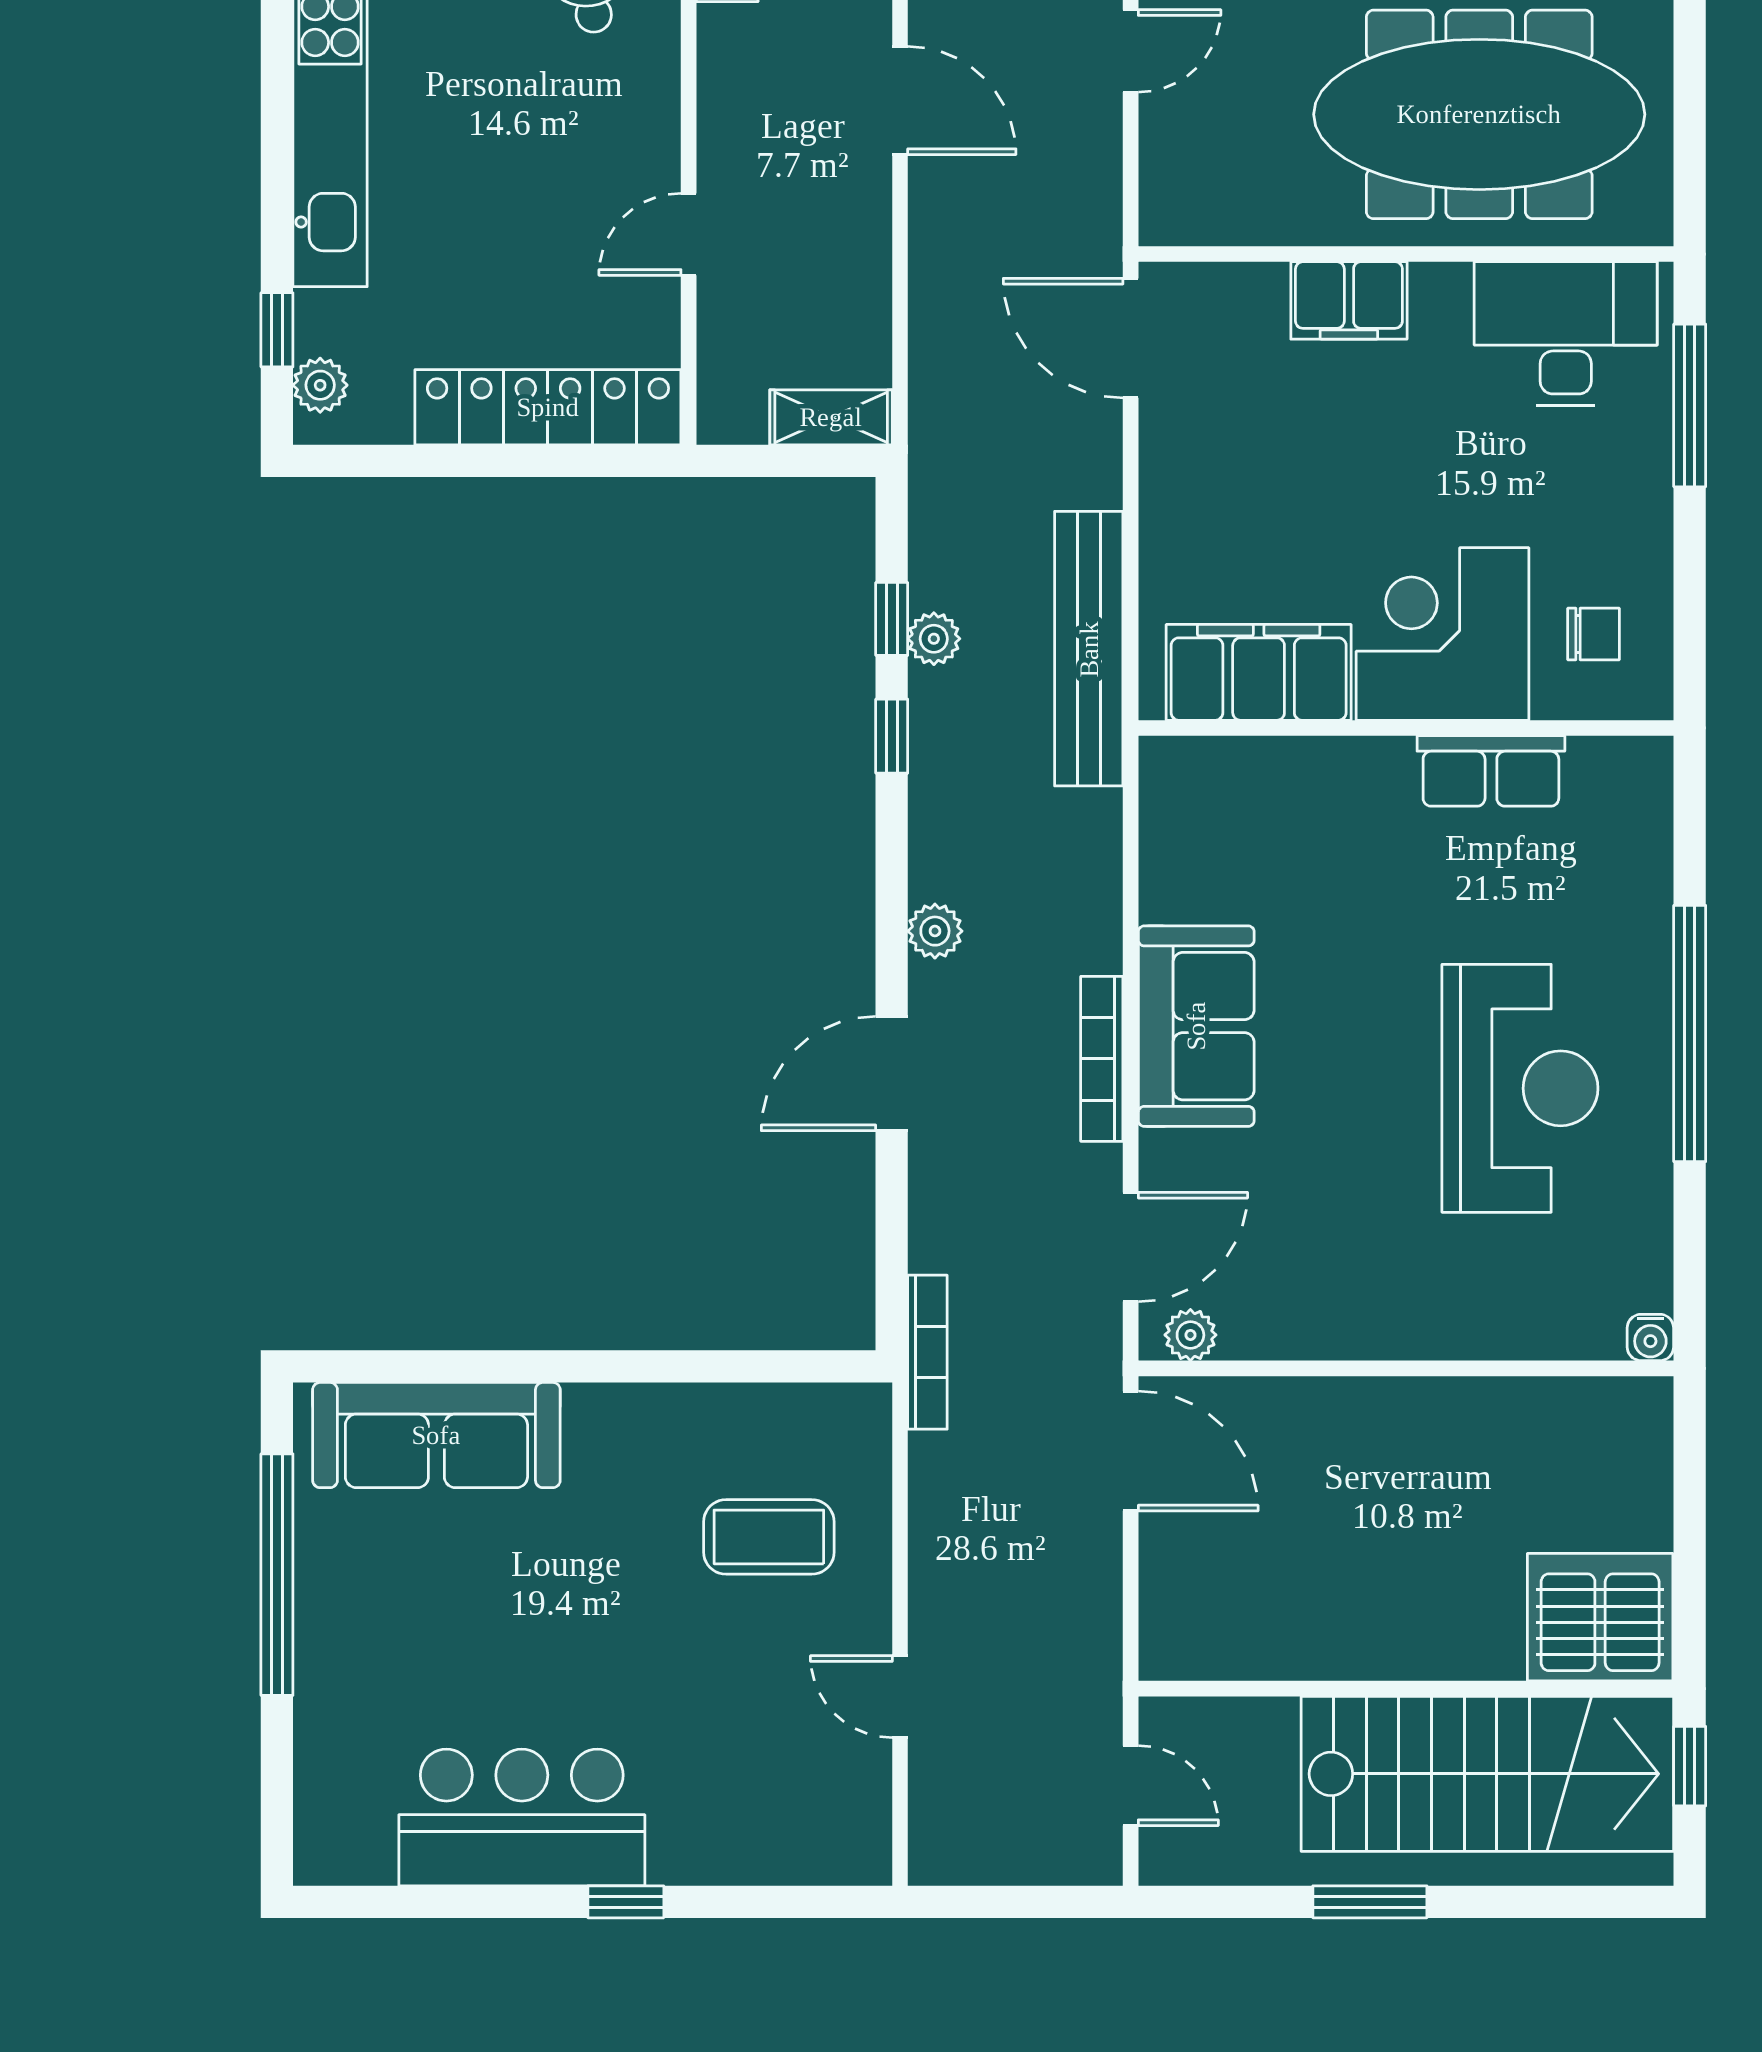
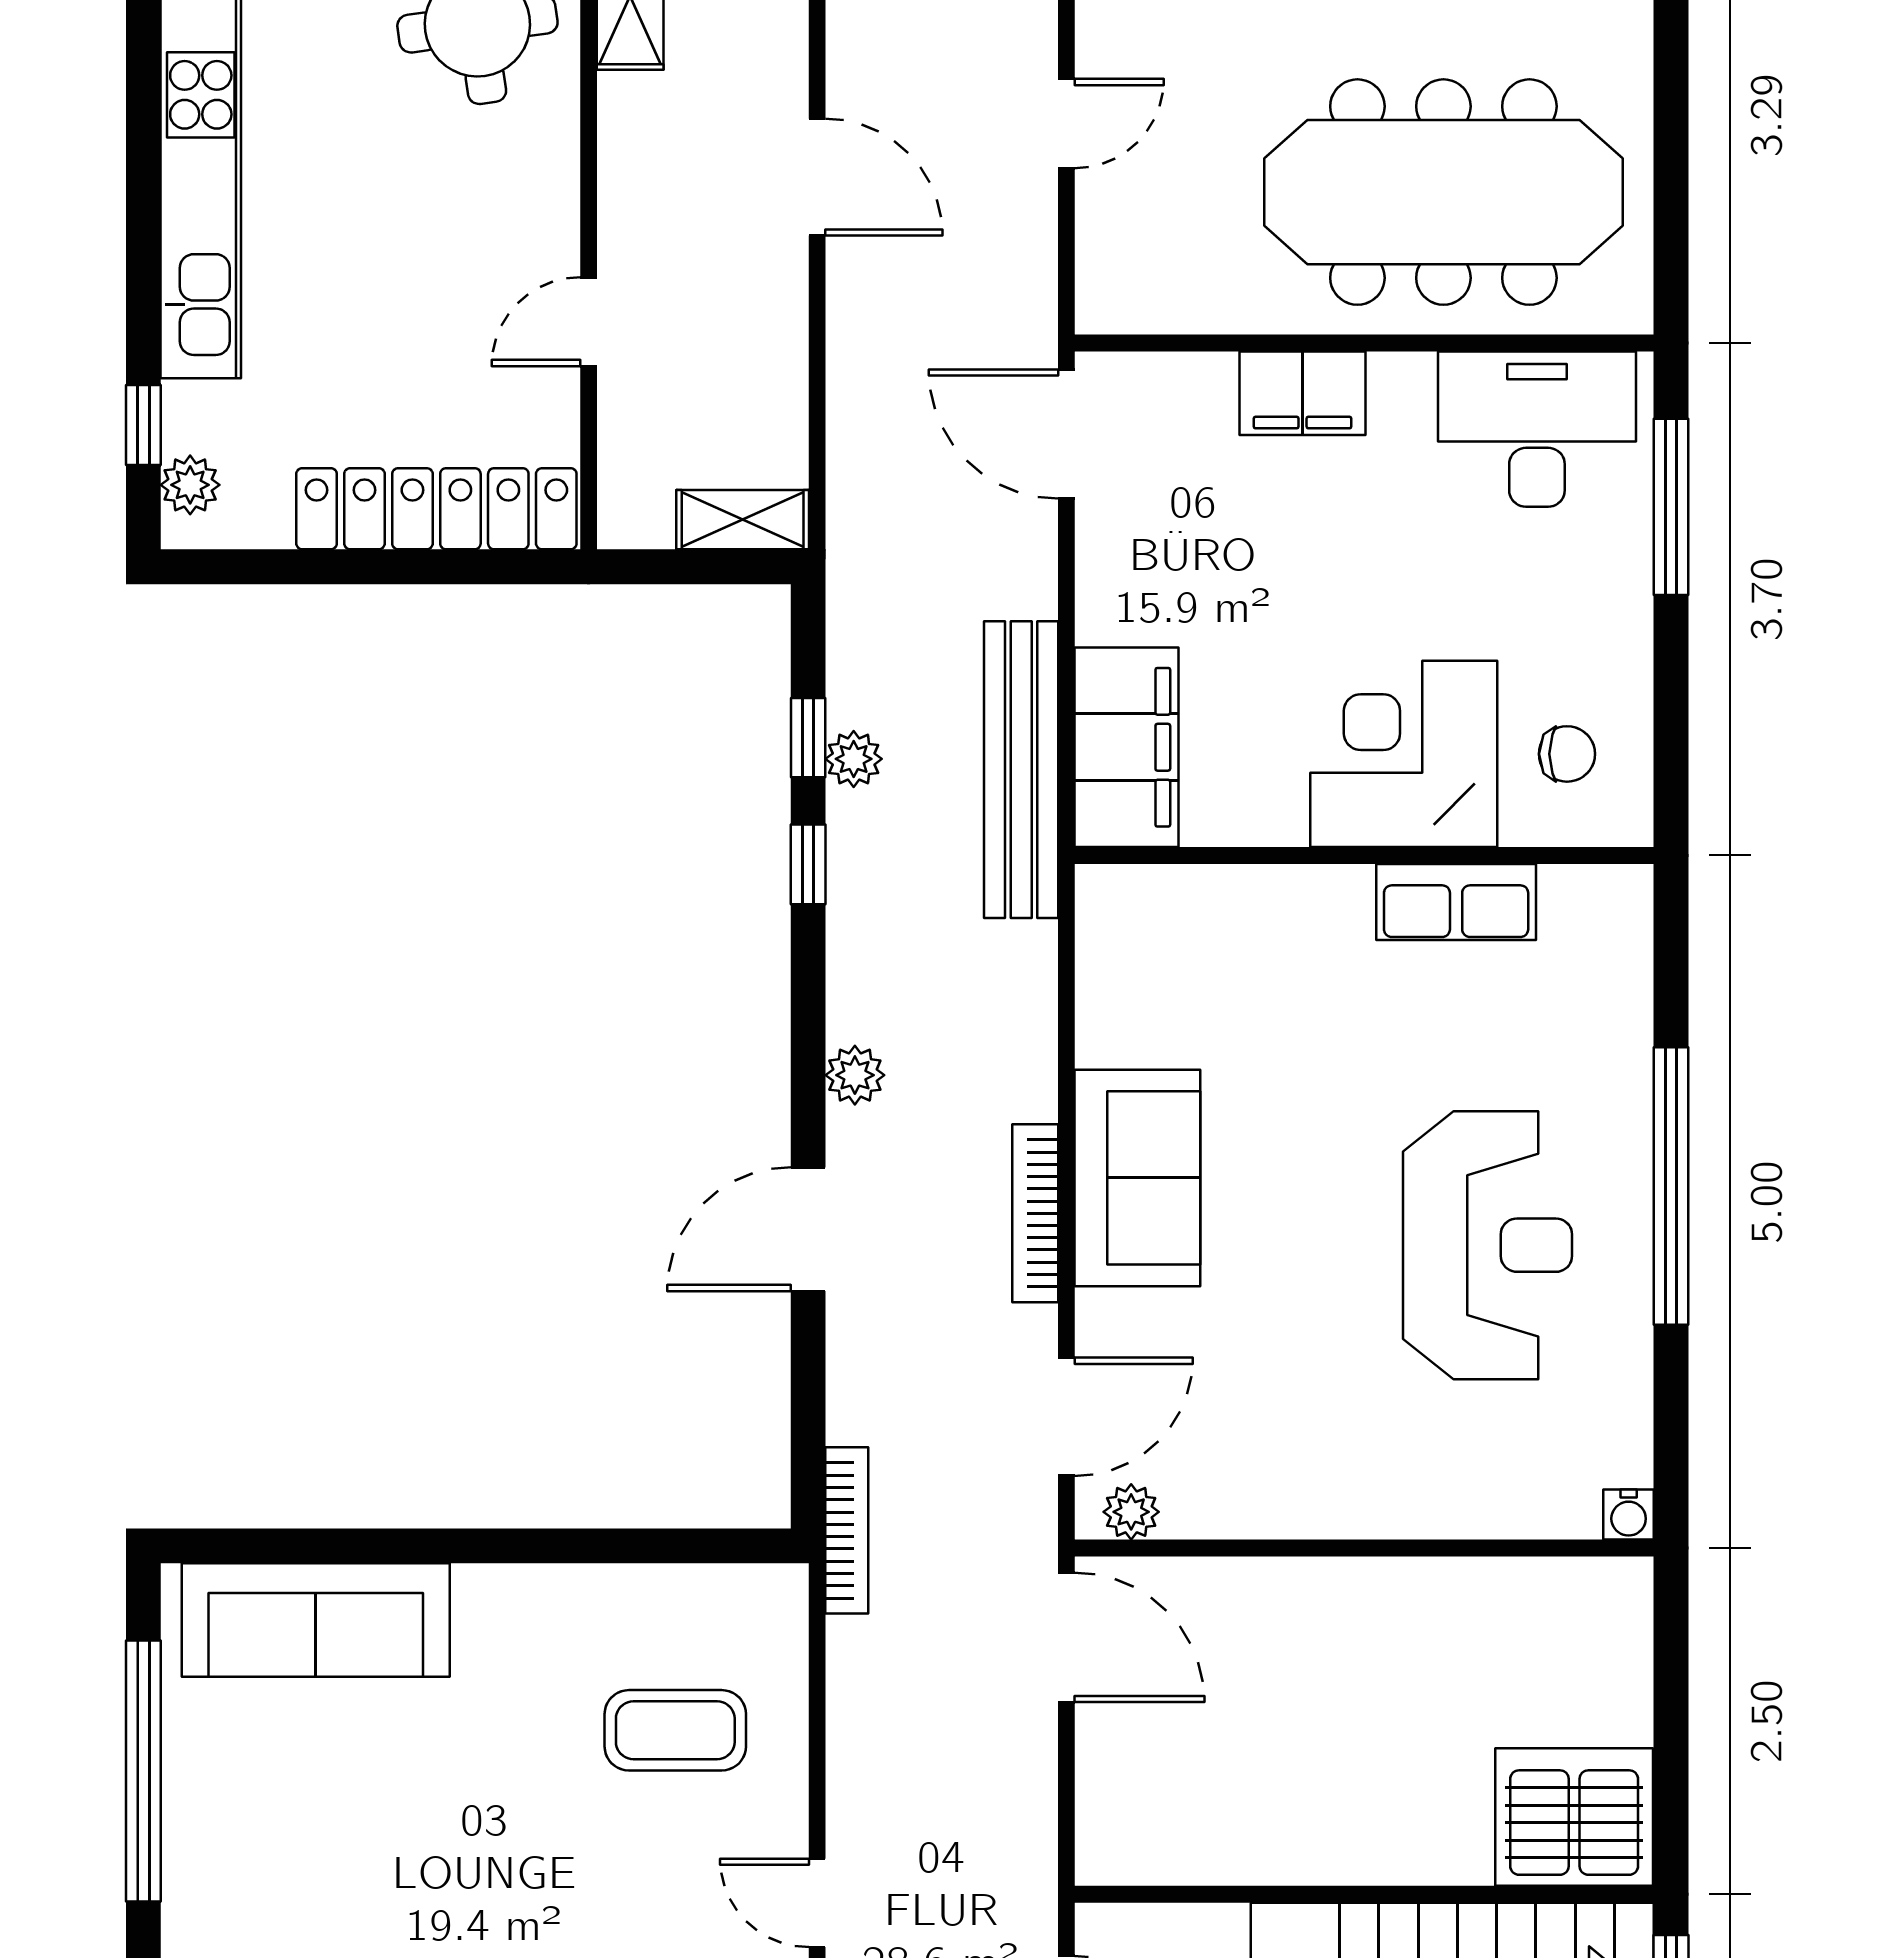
filing cabinet: (1259, 672) -> (1127, 747), moved, turned 90

